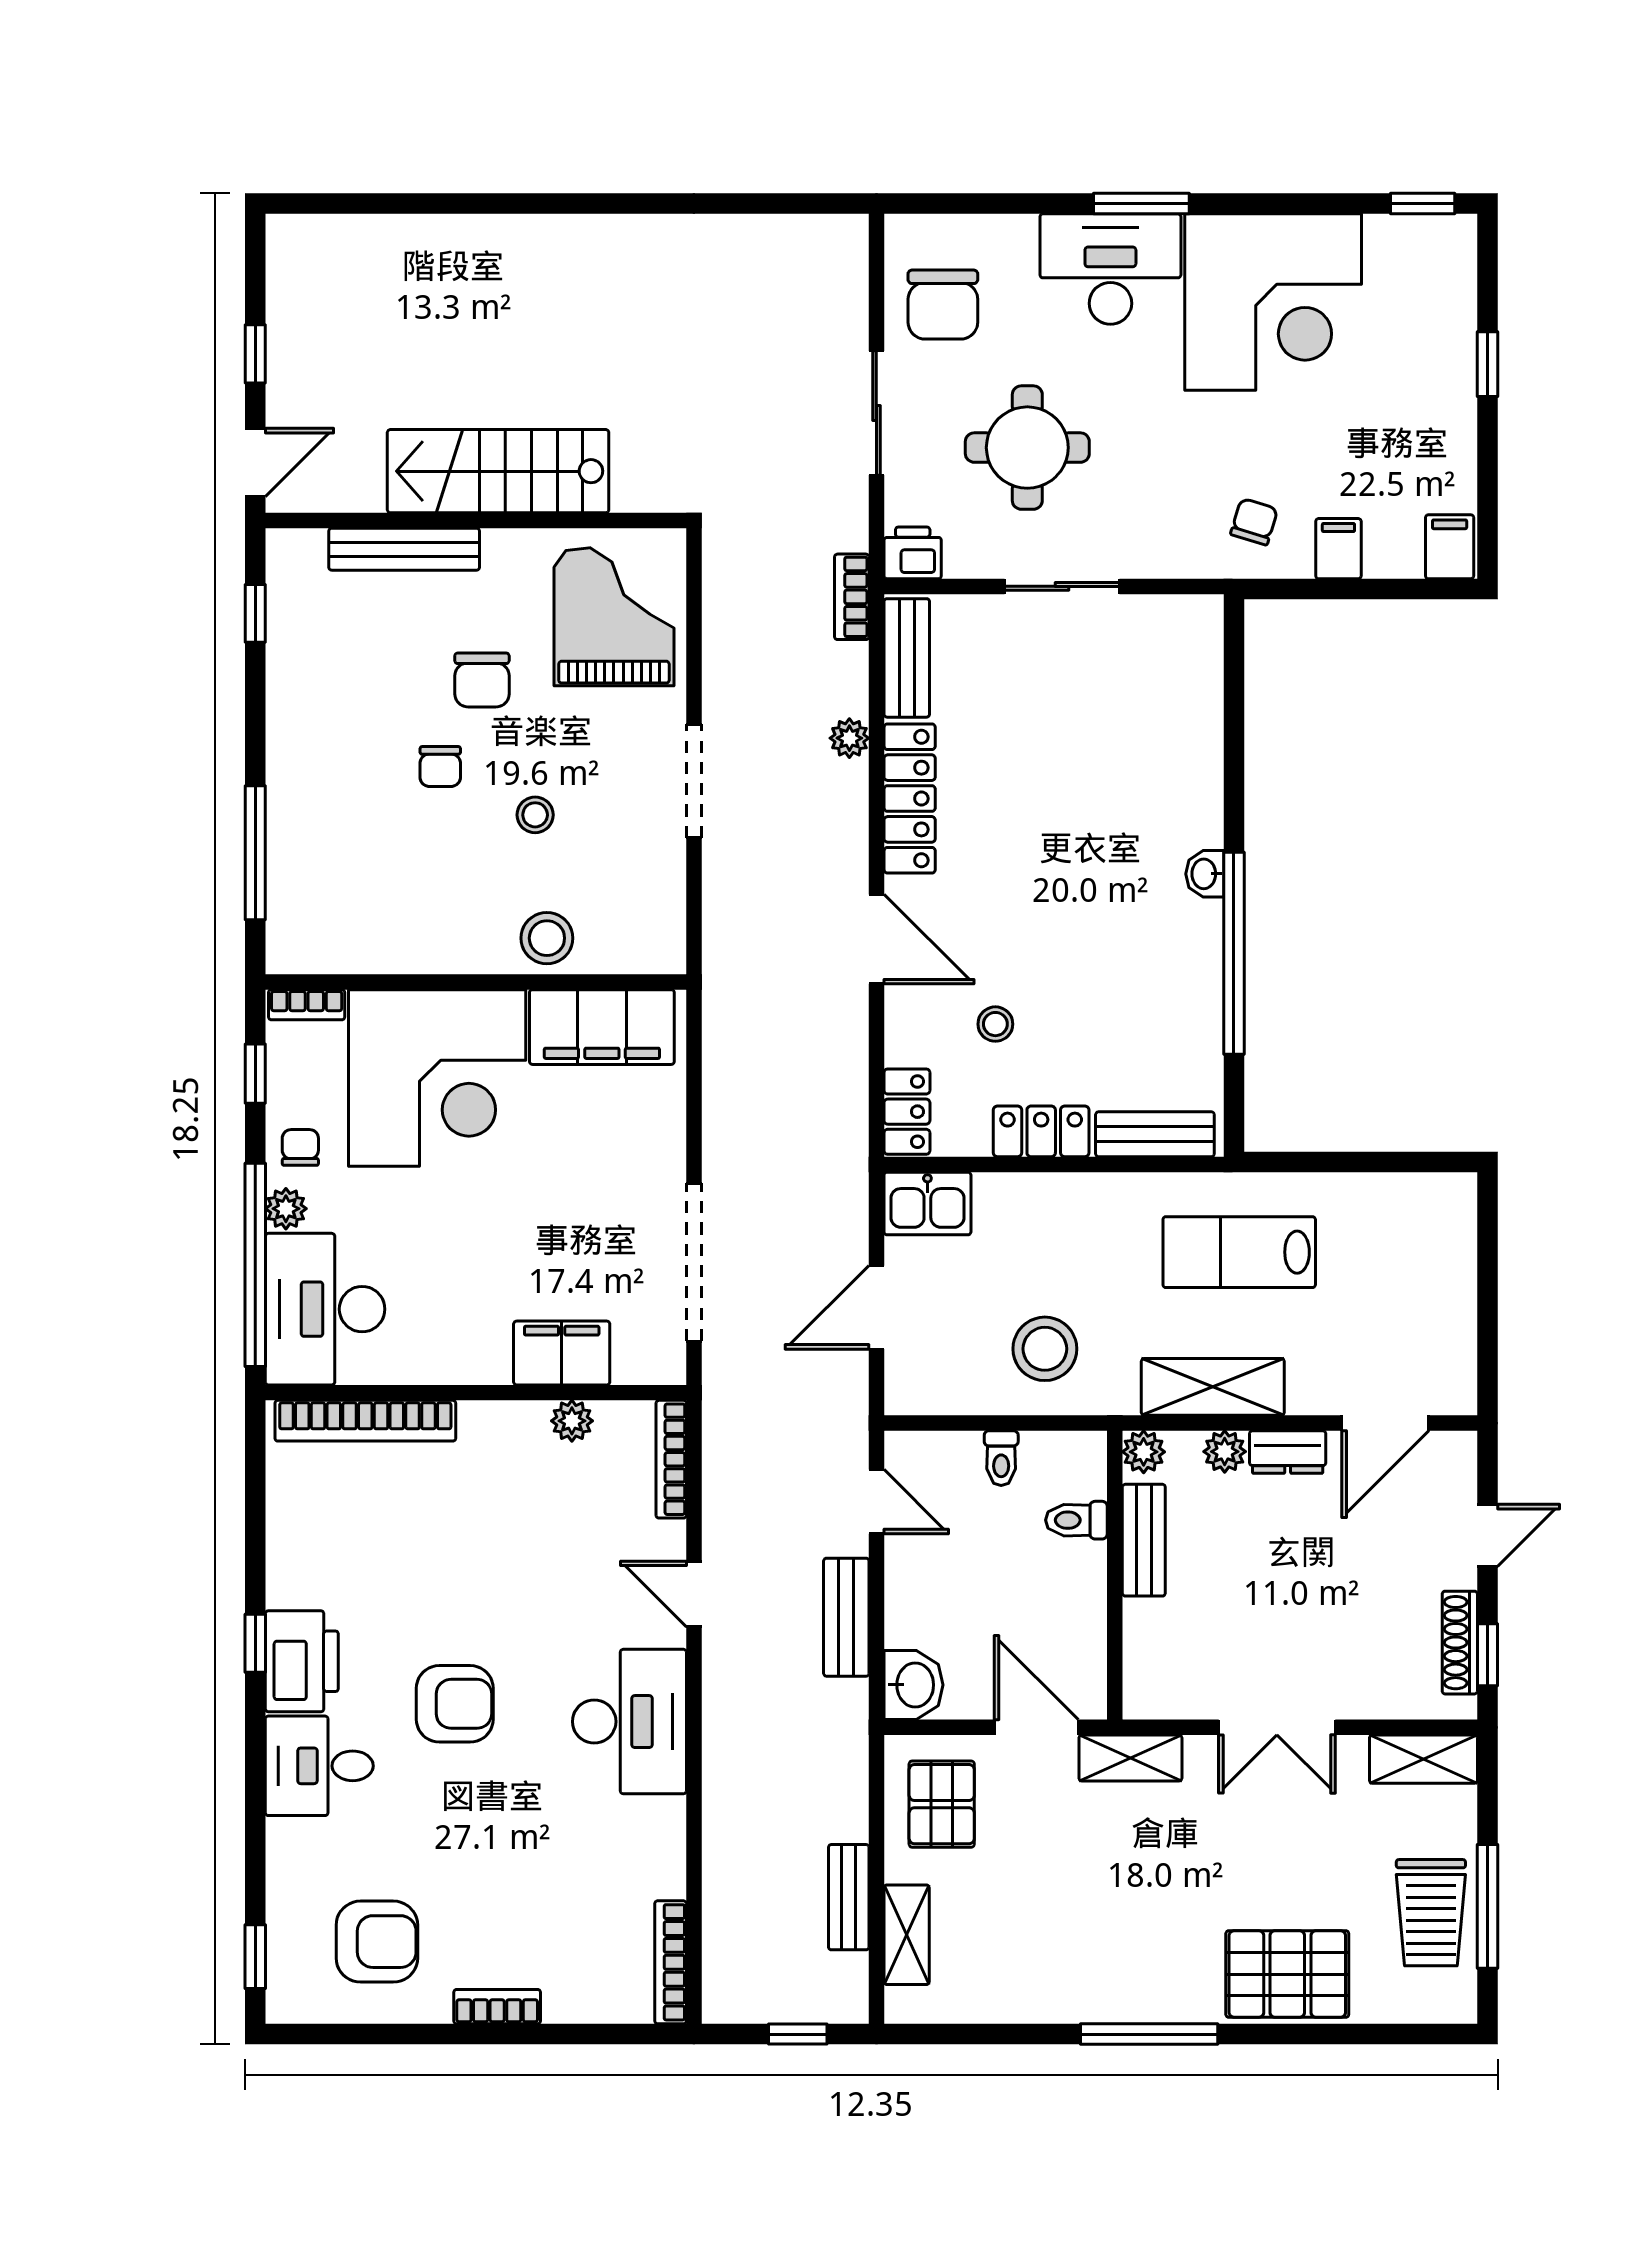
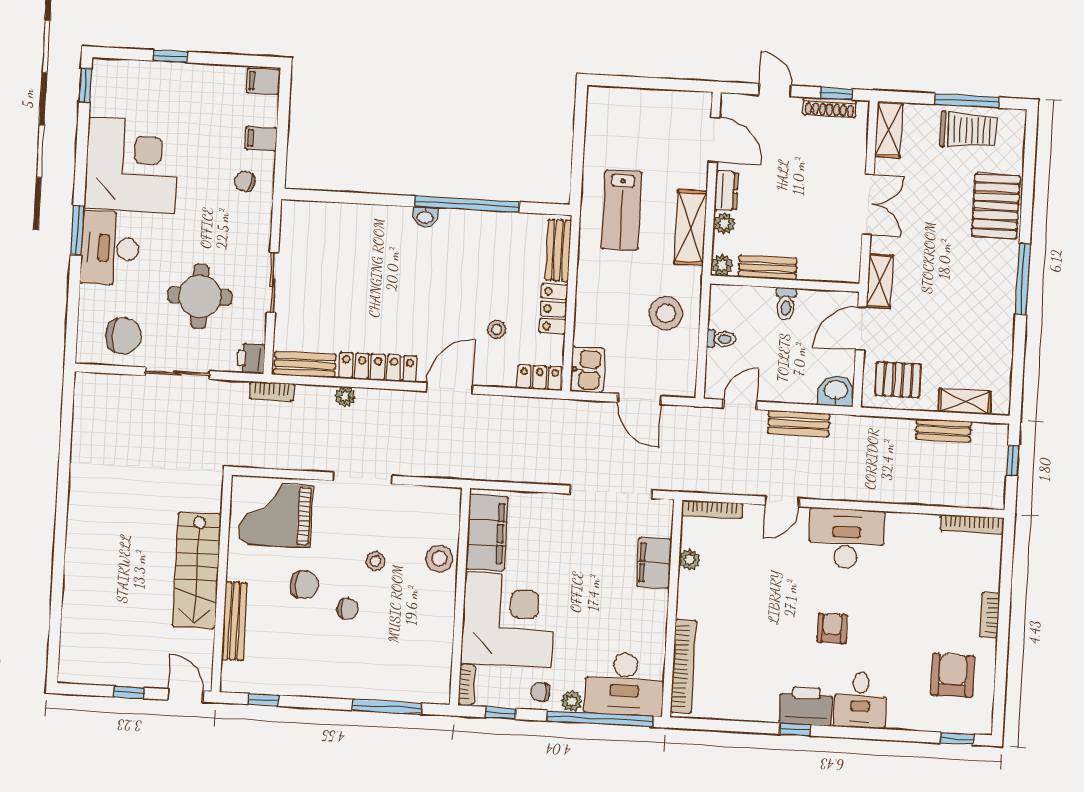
toilet: (1076, 1520) -> (786, 304), moved
armchair: (455, 1704) -> (832, 628), width x0.72, depth x0.72

